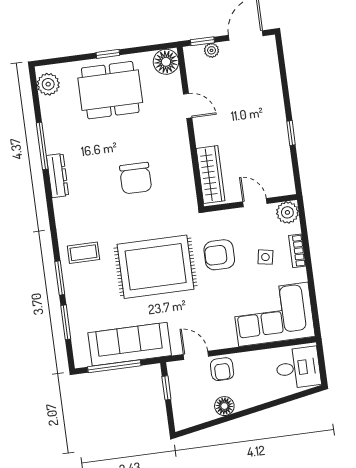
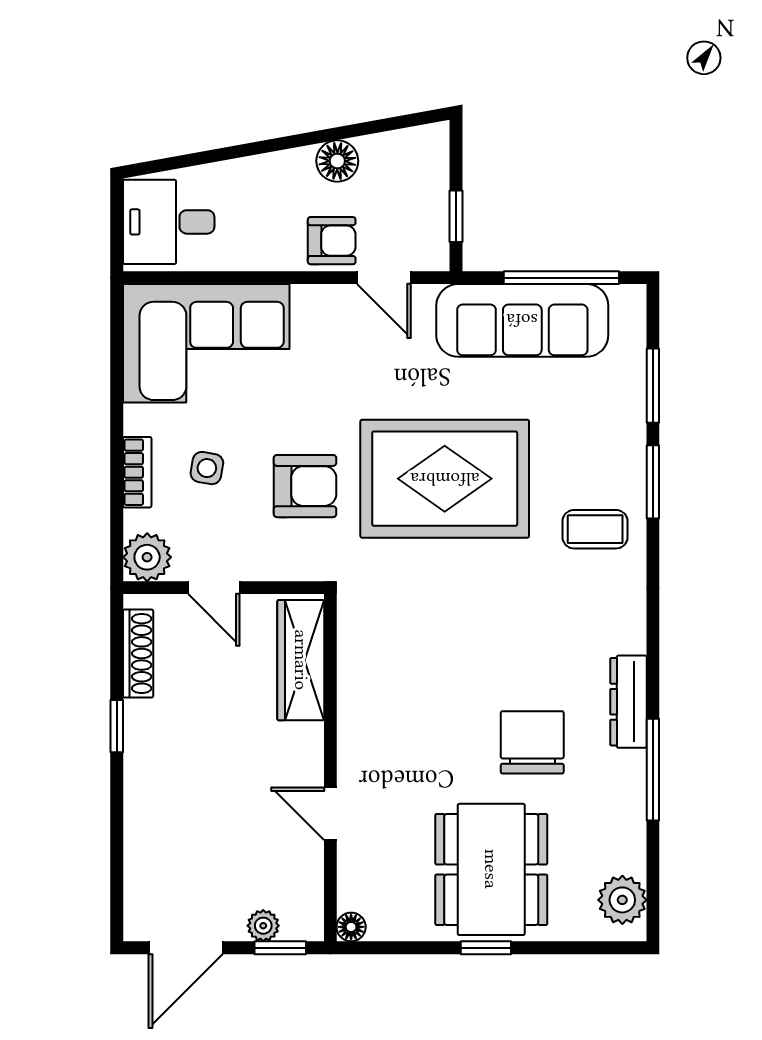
floor lamp: (166, 62) -> (351, 927), width x0.53, depth x0.53
dining table: (110, 90) -> (491, 869), turned 90
shoe rack: (286, 168) -> (138, 653), added
chair: (136, 178) -> (532, 742), moved
armchair: (222, 369) -> (332, 241), turned 90

